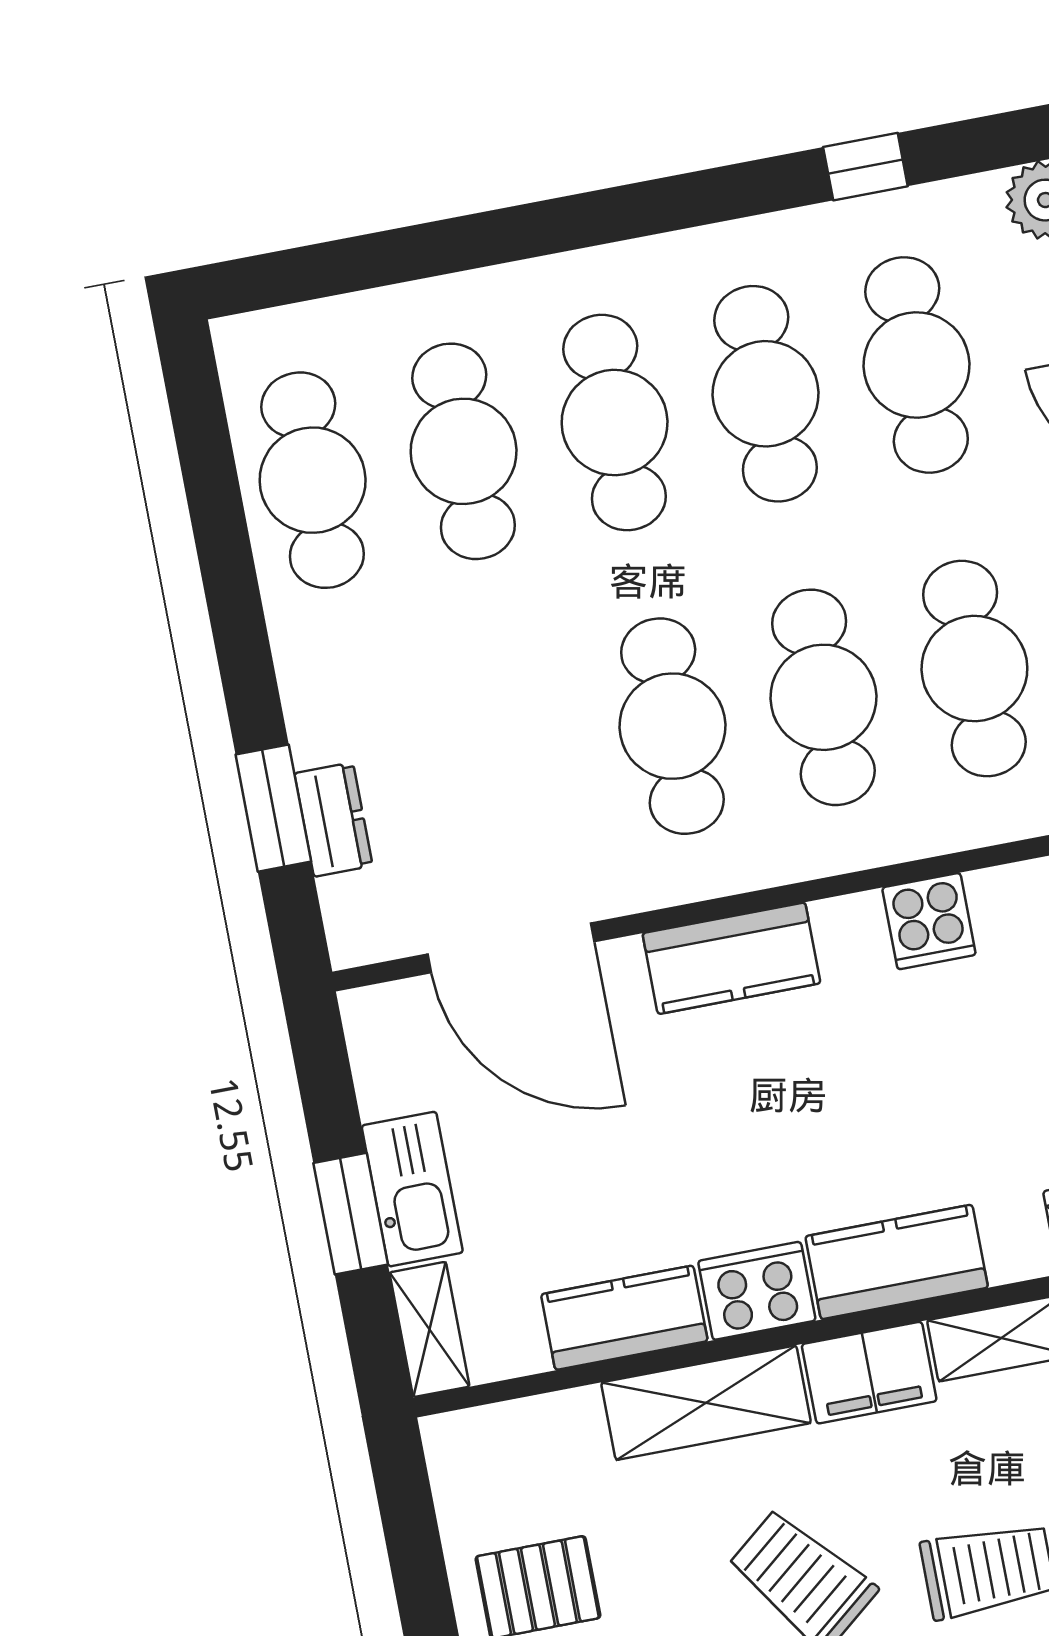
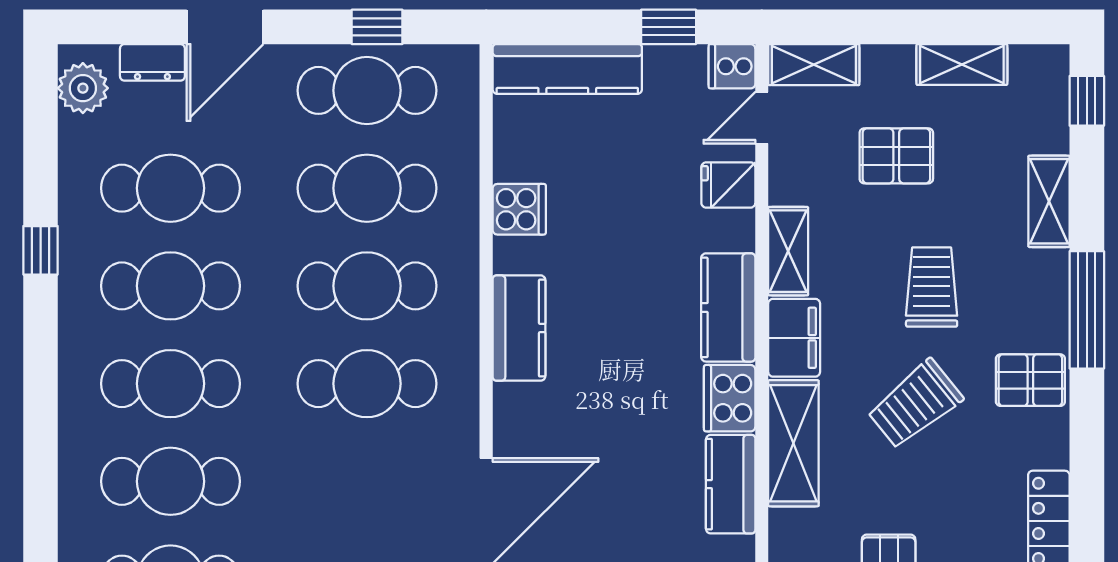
window: (865, 167) -> (41, 250), moved
cooker: (929, 921) -> (519, 209), moved
kitchen counter: (731, 958) -> (519, 328), moved

